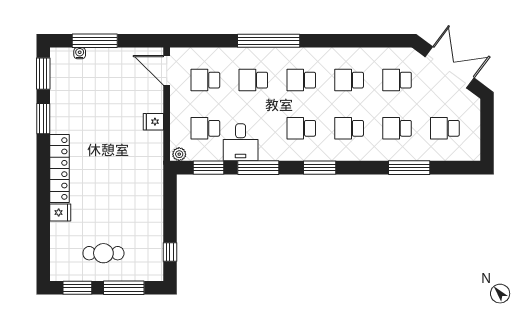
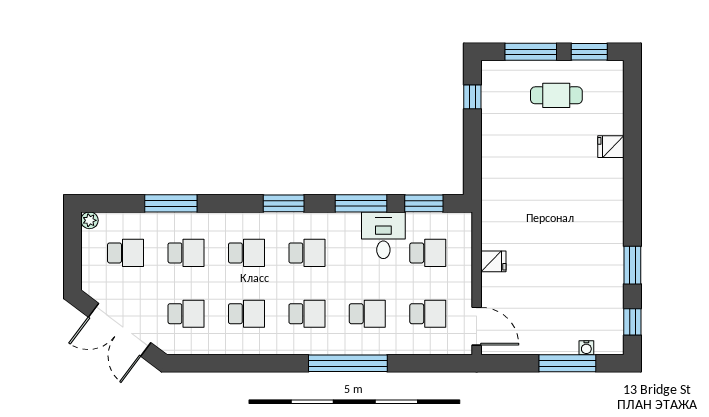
window: (43, 74) -> (632, 322), width x0.67
plant: (179, 154) -> (89, 220), moved
locker: (60, 169) -> (612, 202), removed

